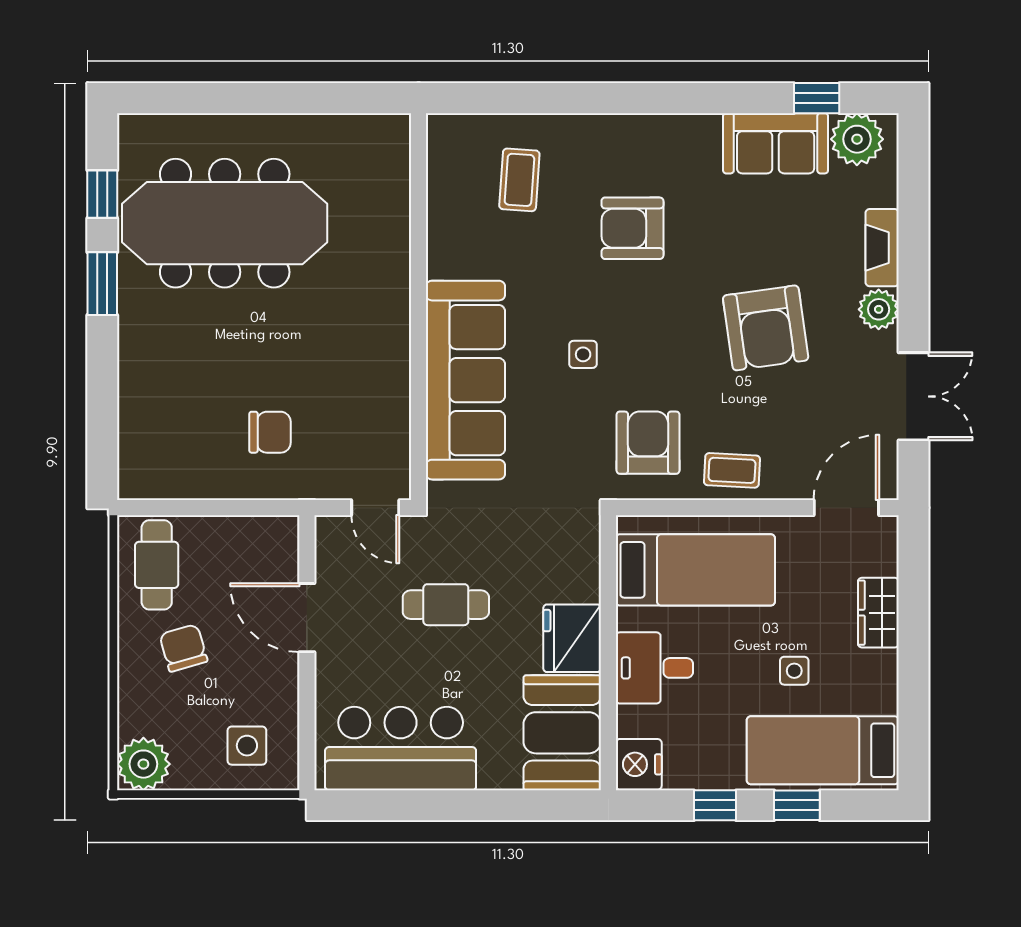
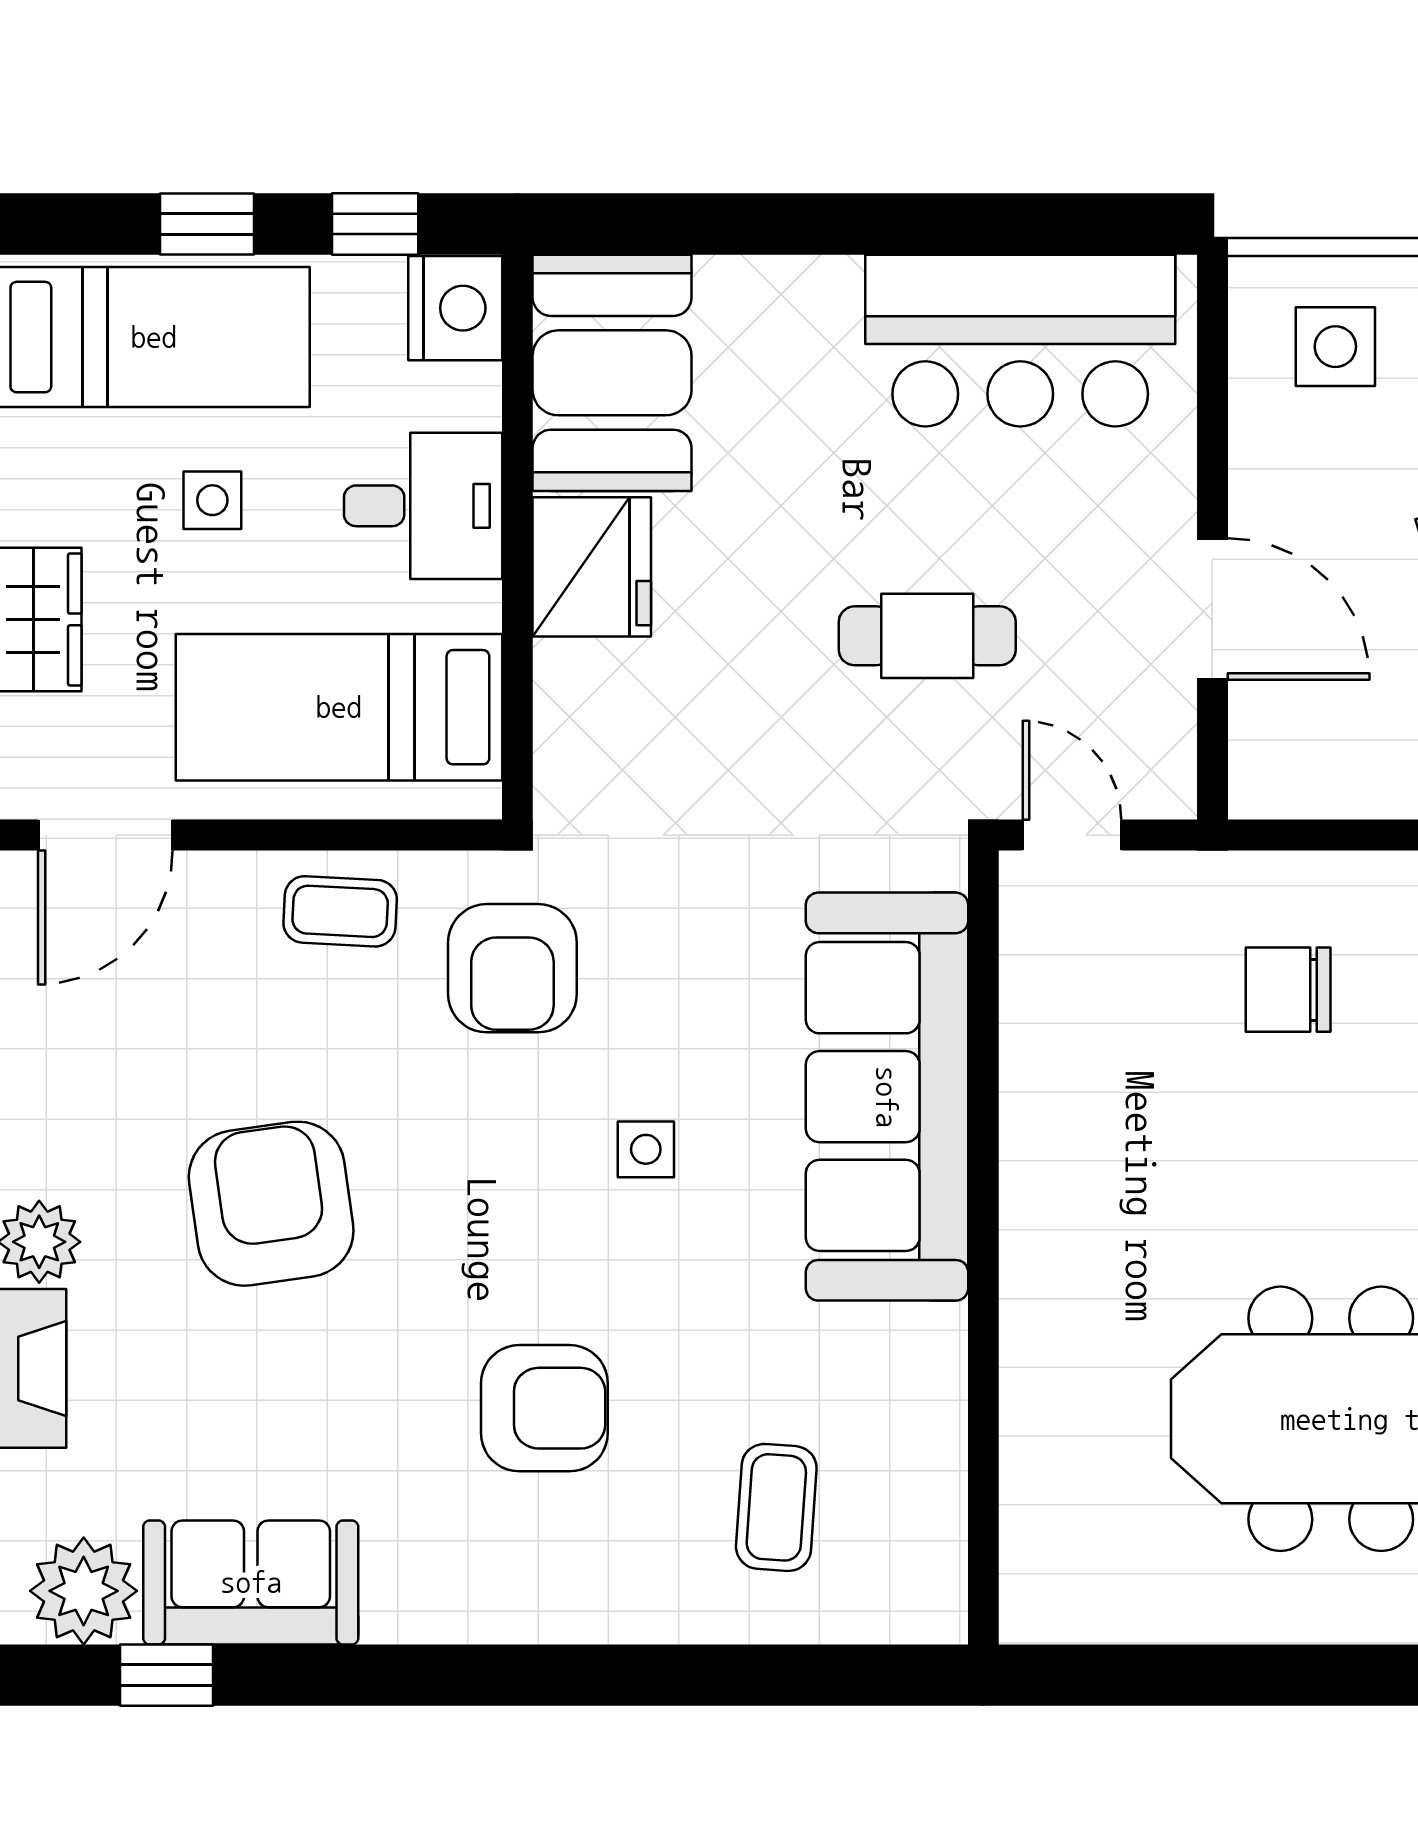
bed: (695, 570) -> (339, 707), moved
fridge: (572, 638) -> (592, 567), moved
wall: (608, 653) -> (517, 537), moved
desk: (654, 668) -> (423, 506), moved
booth: (562, 733) -> (612, 373), moved
nightstand: (639, 764) -> (455, 308), moved

